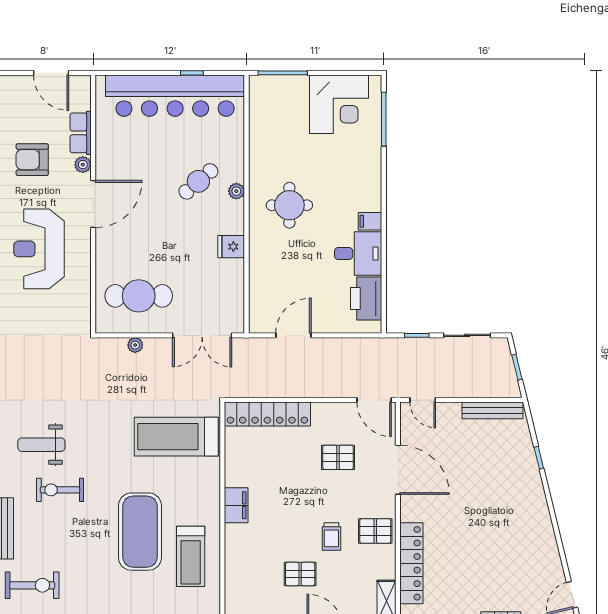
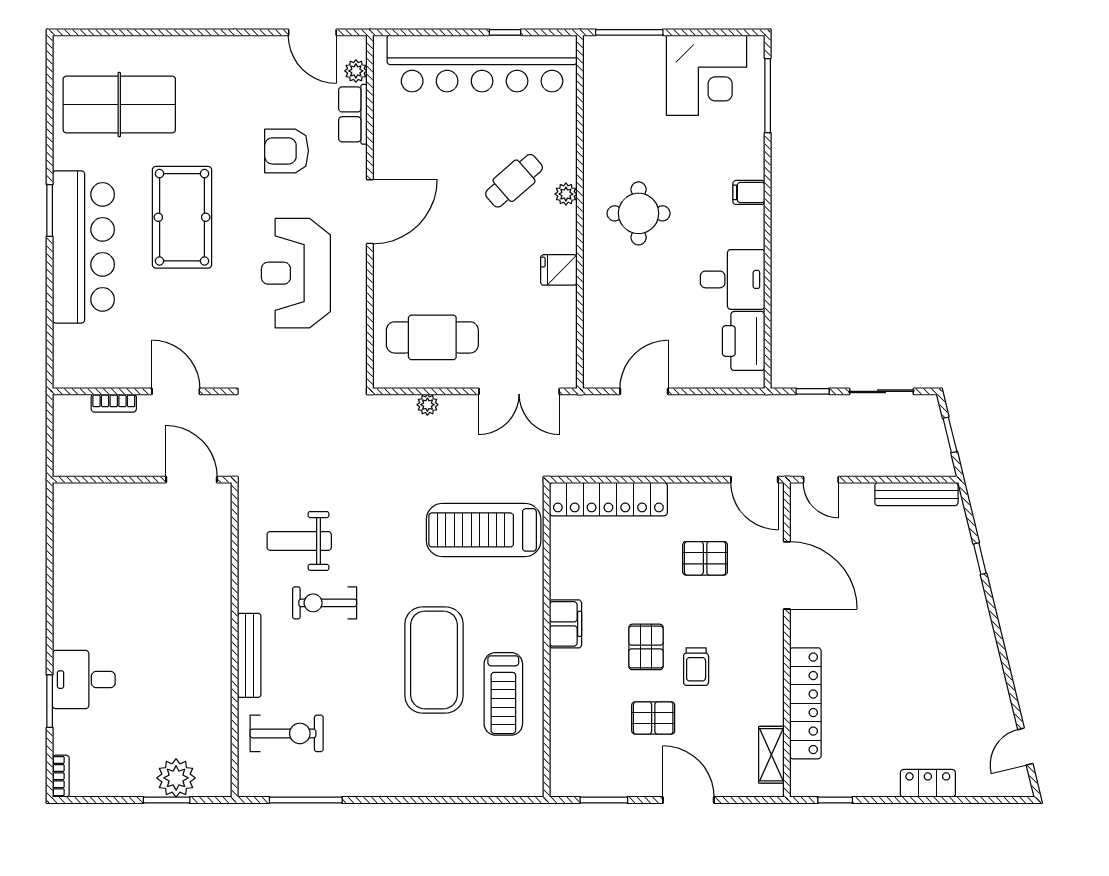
plant: (83, 165) -> (356, 71), moved
filing cabinet: (370, 221) -> (749, 192), moved
pallet: (375, 531) -> (646, 647), moved, turned 90

